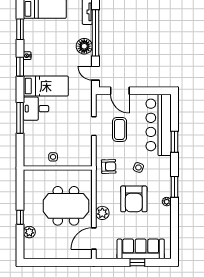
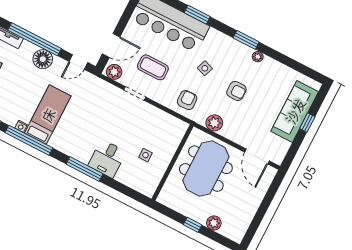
window: (20, 67) -> (29, 140), width x2.11
bed: (46, 86) -> (48, 115), moved
plant: (102, 103) -> (114, 72), added
desk: (36, 109) -> (107, 159), moved
wall: (58, 168) -> (173, 163), moved
armchair: (134, 199) -> (236, 91), width x0.53, depth x0.53
plant: (102, 213) -> (214, 123), moved

